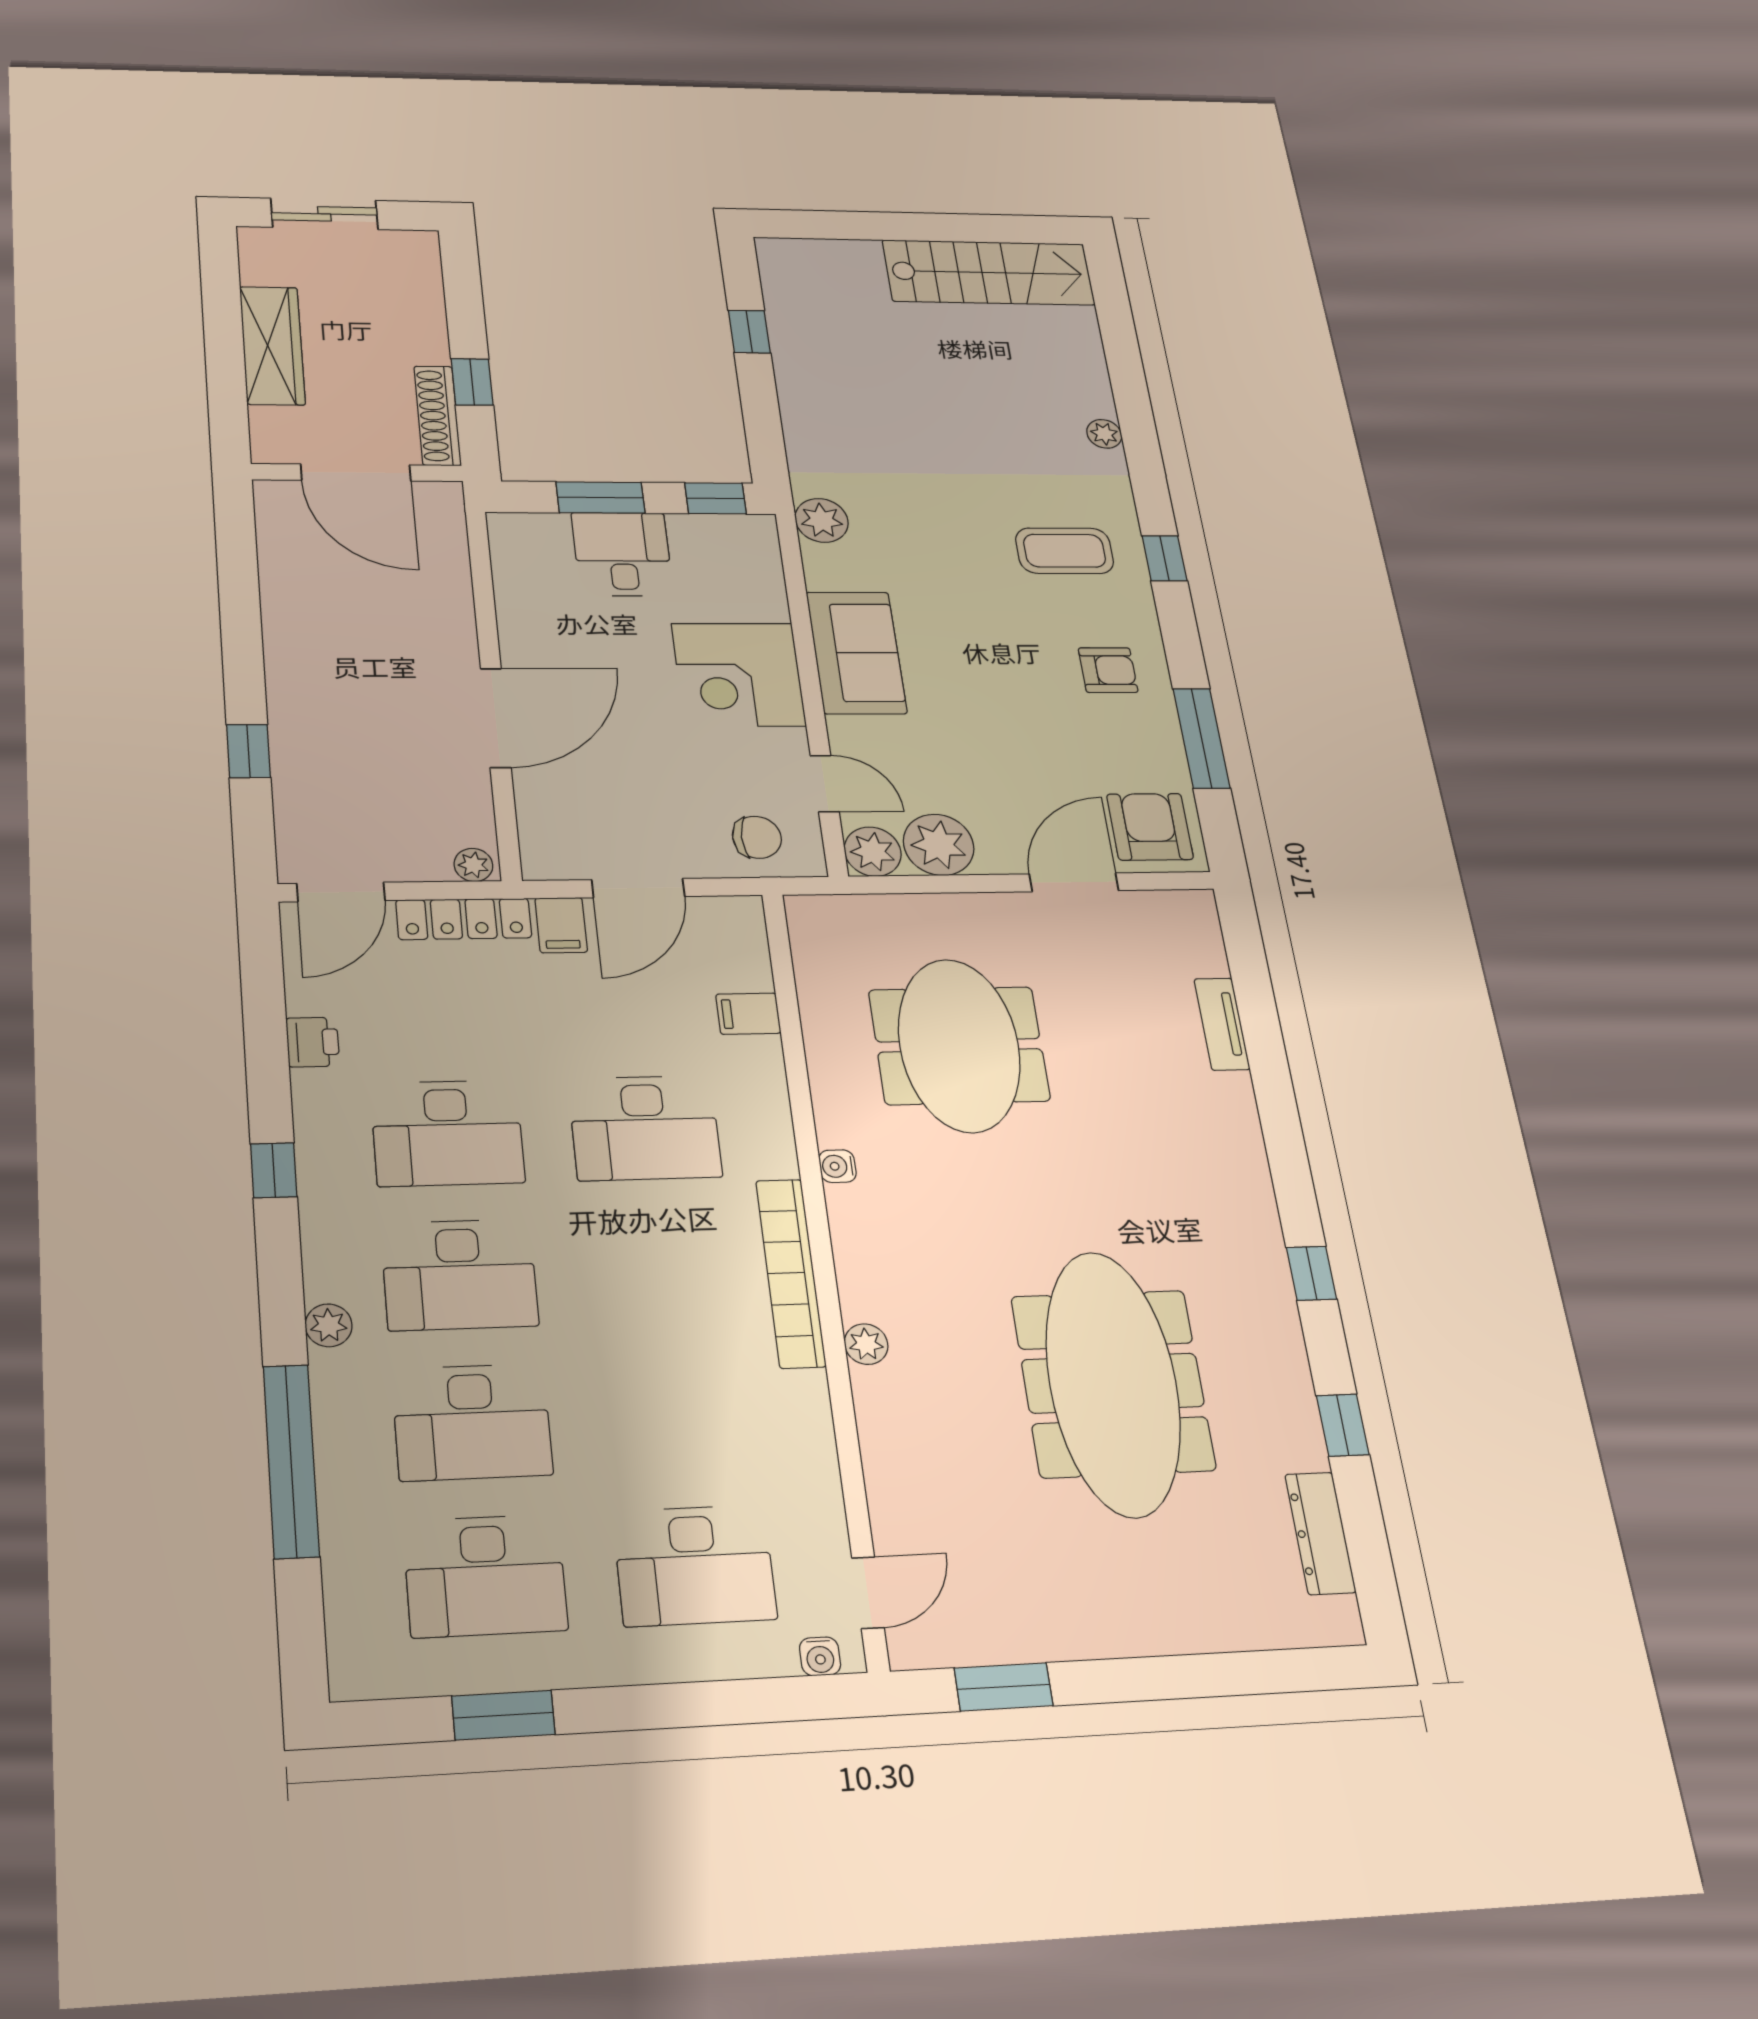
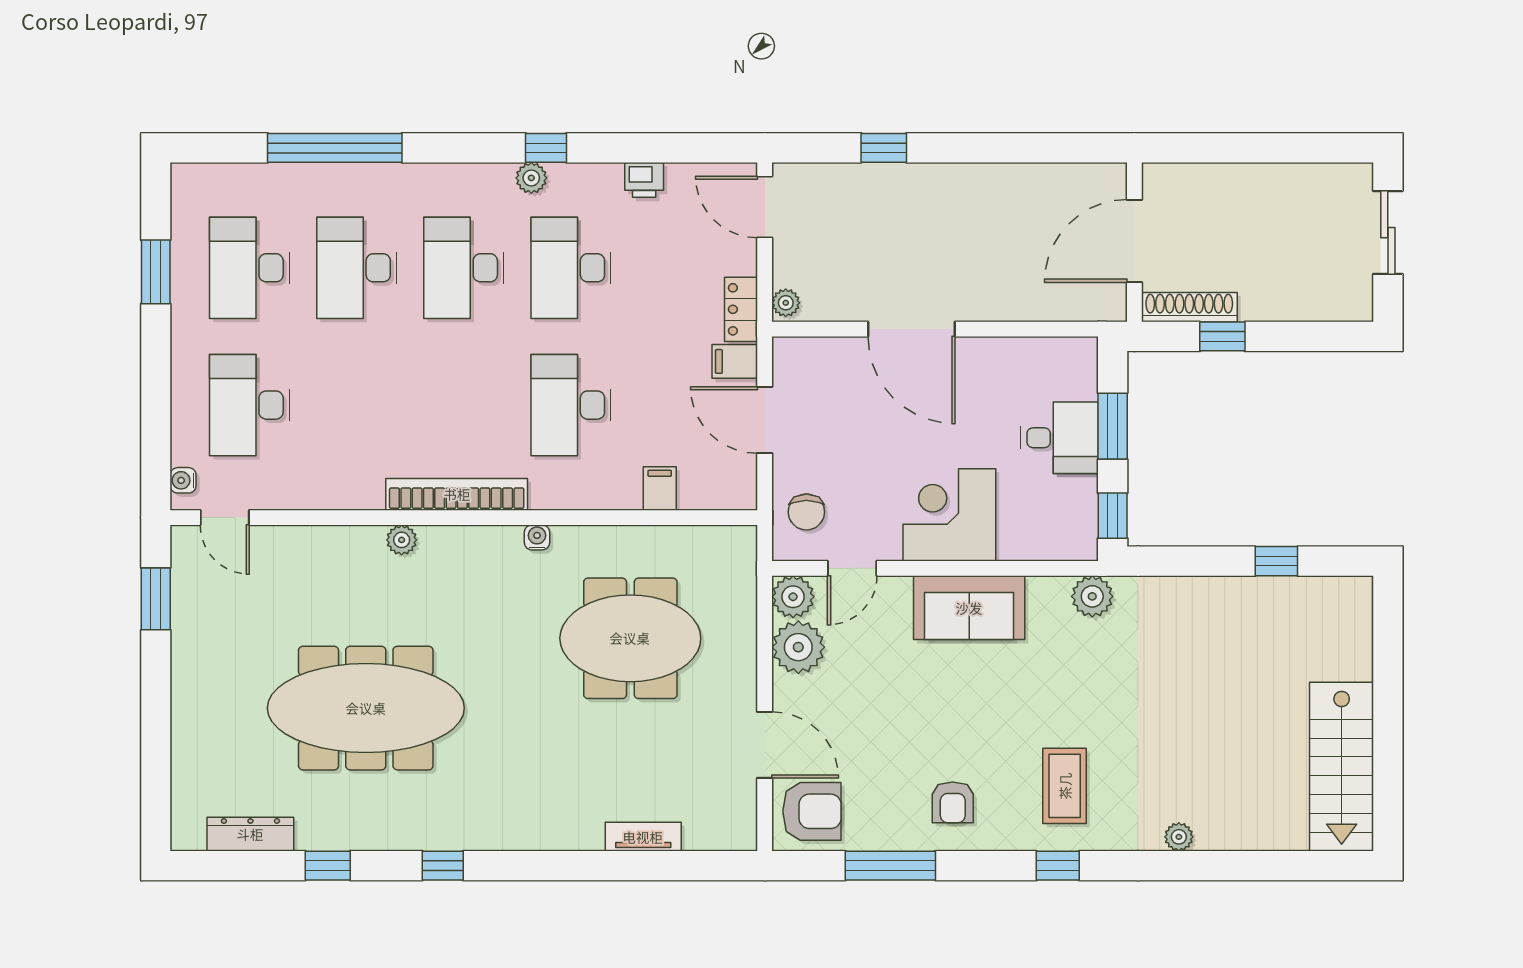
wardrobe: (272, 346) -> (1255, 185), removed
locker: (464, 919) -> (741, 309), width x0.66
plant: (329, 1325) -> (531, 178), moved

